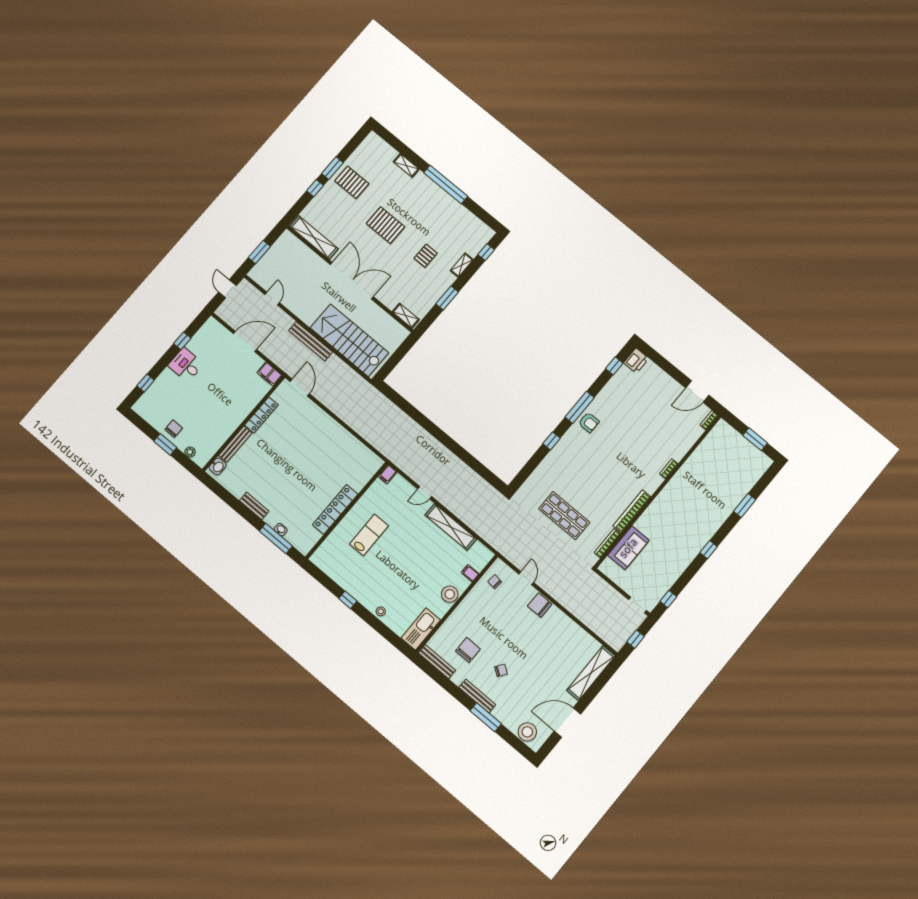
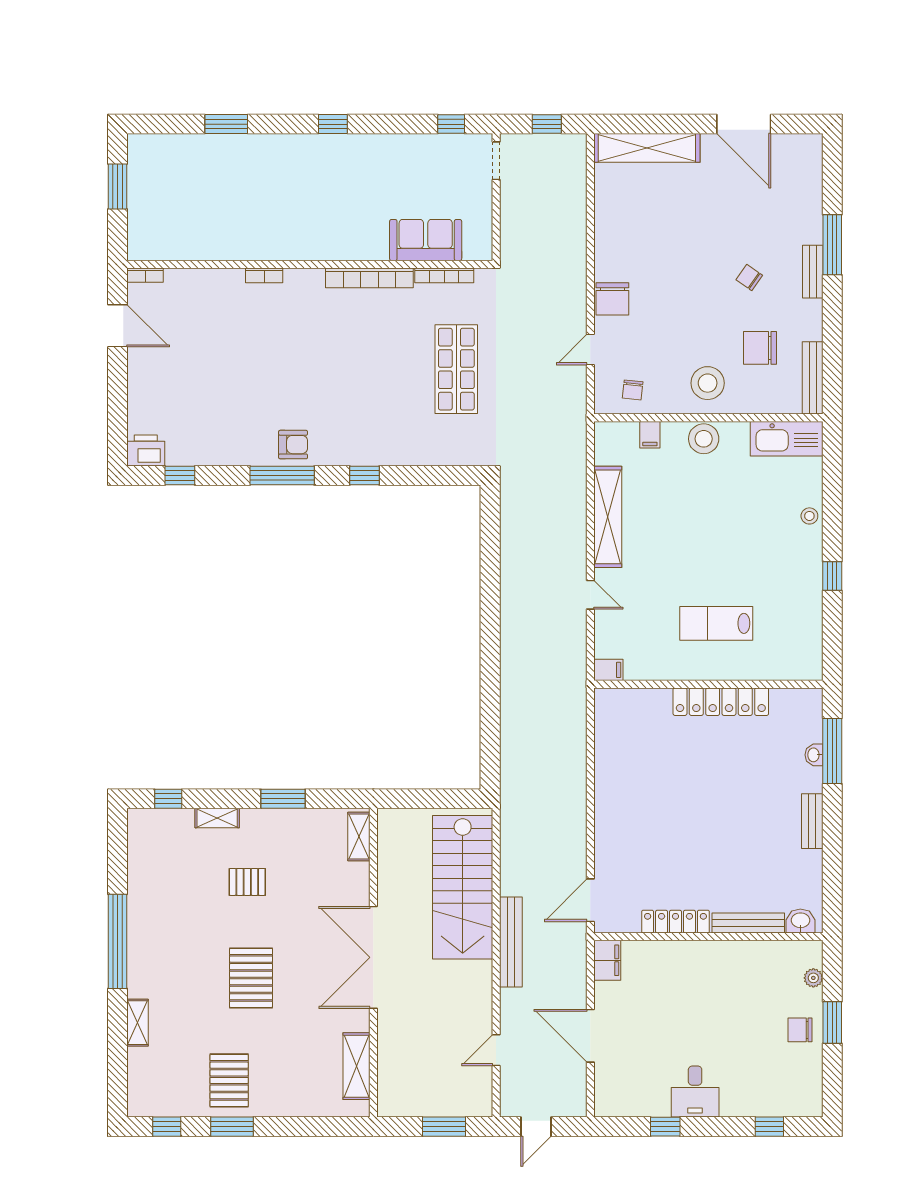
window: (315, 188) -> (167, 1127), moved
shelving: (314, 237) -> (356, 1066), width x0.68
armchair: (589, 422) -> (293, 445), turned 90
bench: (477, 696) -> (813, 272), width x0.73
stool: (527, 732) -> (708, 383), moved

